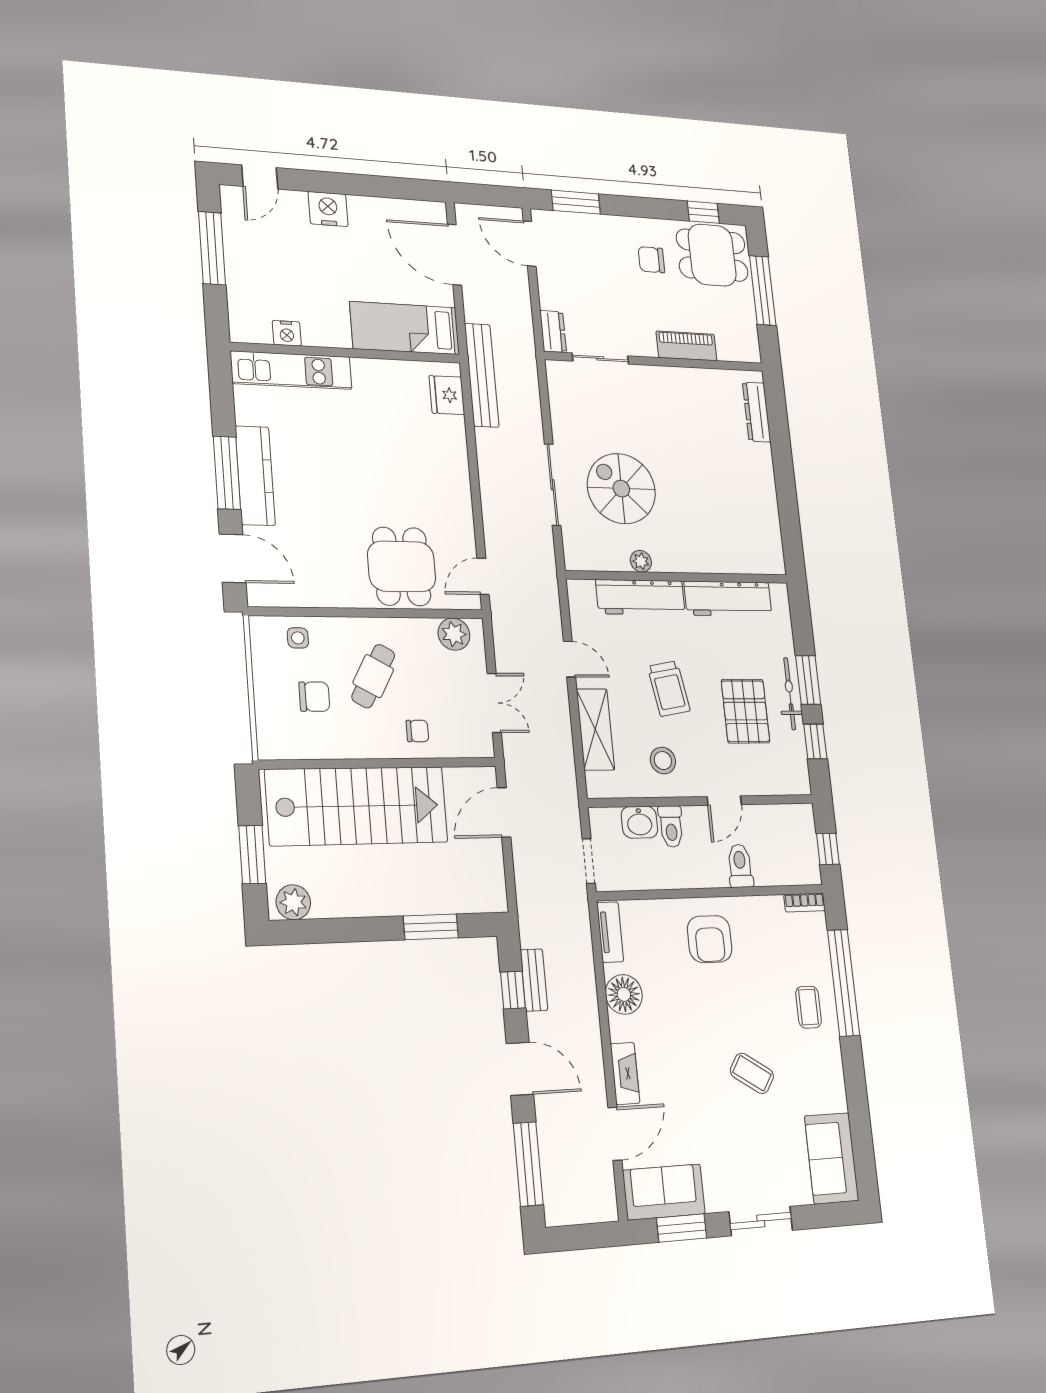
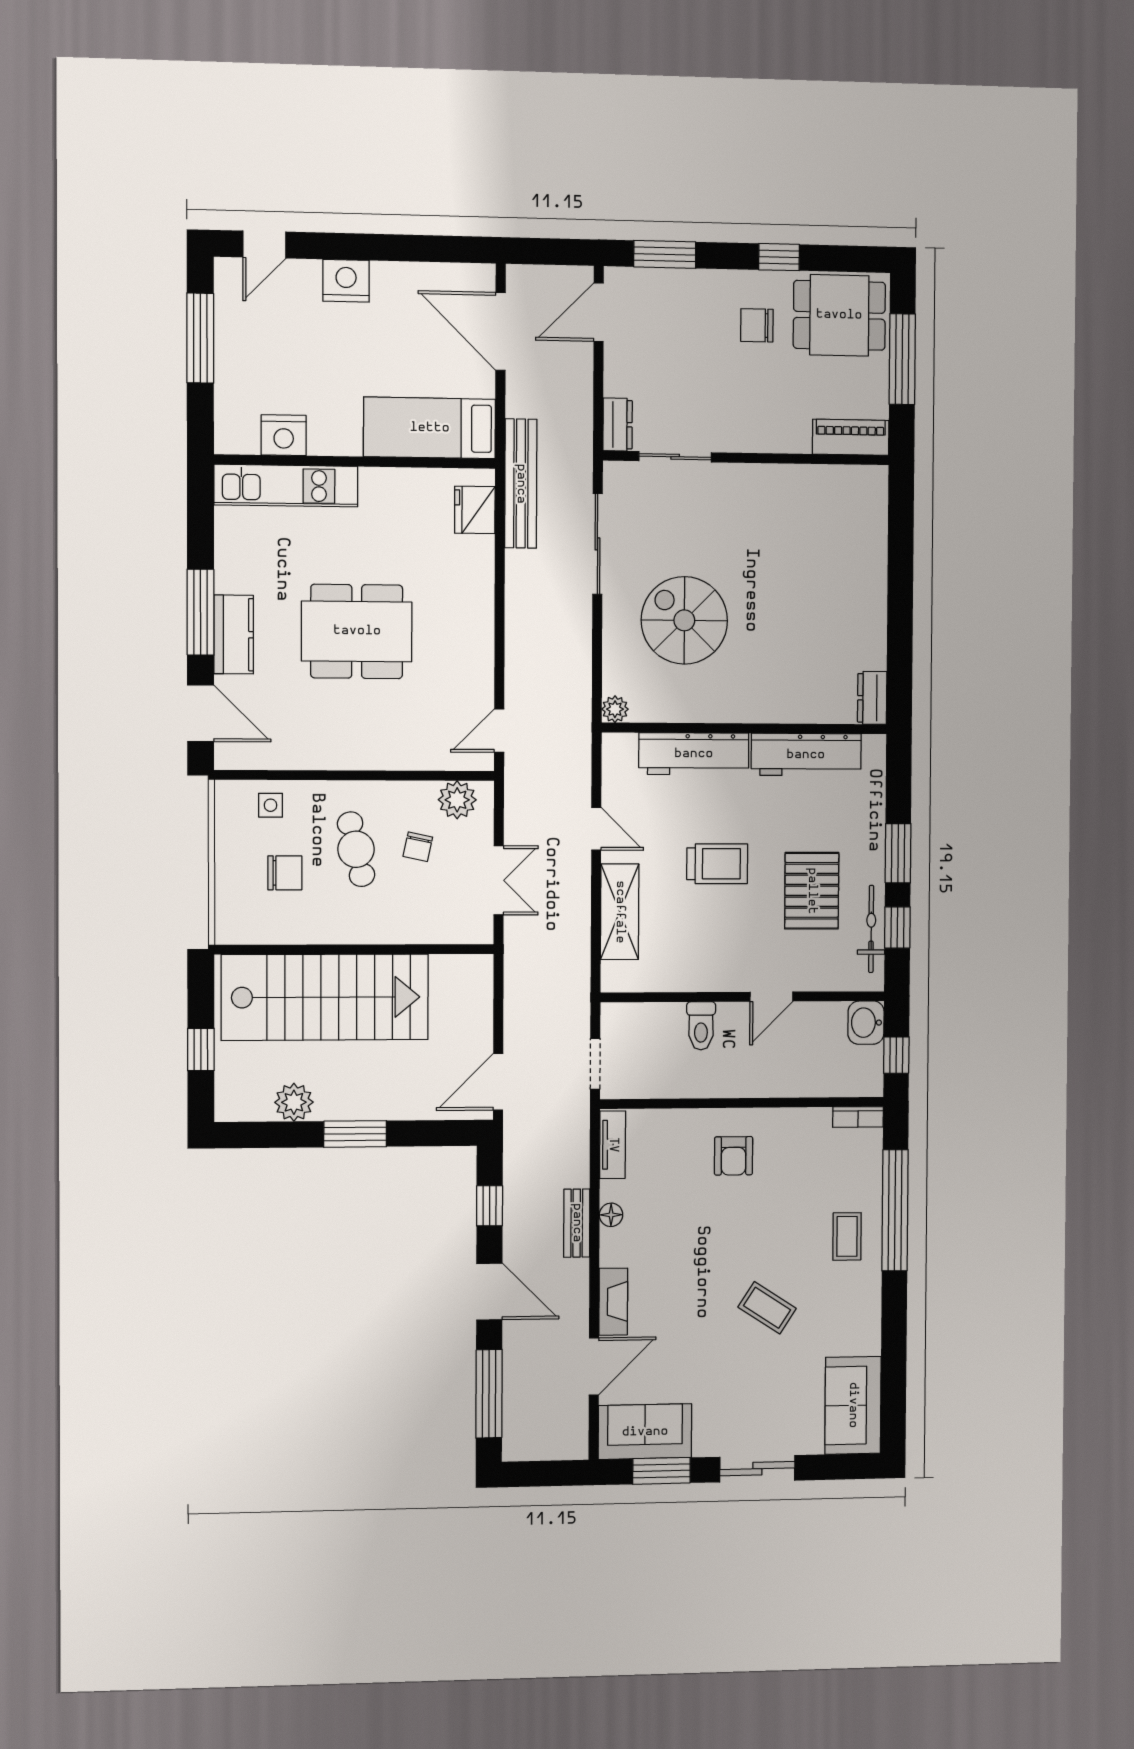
window: (703, 212) -> (779, 257), moved
door: (530, 244) -> (599, 312), hinge flipped
nightstand: (287, 333) -> (284, 435), width x1.36, depth x1.33
piano: (687, 346) -> (851, 437), moved
dresser: (757, 412) -> (872, 698), moved, width x0.70
kitchen counter: (255, 476) -> (234, 635), width x0.67
sliding door: (553, 485) -> (598, 544), moved
plant: (641, 561) -> (615, 709), moved
dining table: (402, 566) -> (357, 631), moved, width x1.38
cafe table: (373, 676) -> (356, 849), turned -42
trolley: (669, 689) -> (717, 864), turned -80
bicycle: (790, 694) -> (871, 929), moved
chair: (417, 731) -> (418, 847), moved, turned 102
stool: (663, 761) -> (700, 949), removed
door: (504, 812) -> (498, 1082), moved
washbasin: (639, 822) -> (866, 1023), moved, turned 90
window: (252, 855) -> (201, 1049), width x0.67
toilet: (740, 866) -> (782, 1073), removed
plant: (293, 902) -> (294, 1102), moved
window: (431, 927) -> (355, 1134), moved
armchair: (710, 939) -> (734, 1156), width x0.72, depth x0.72
bench: (534, 980) -> (577, 1223), moved
floor lamp: (624, 994) -> (611, 1215), width x0.53, depth x0.53

